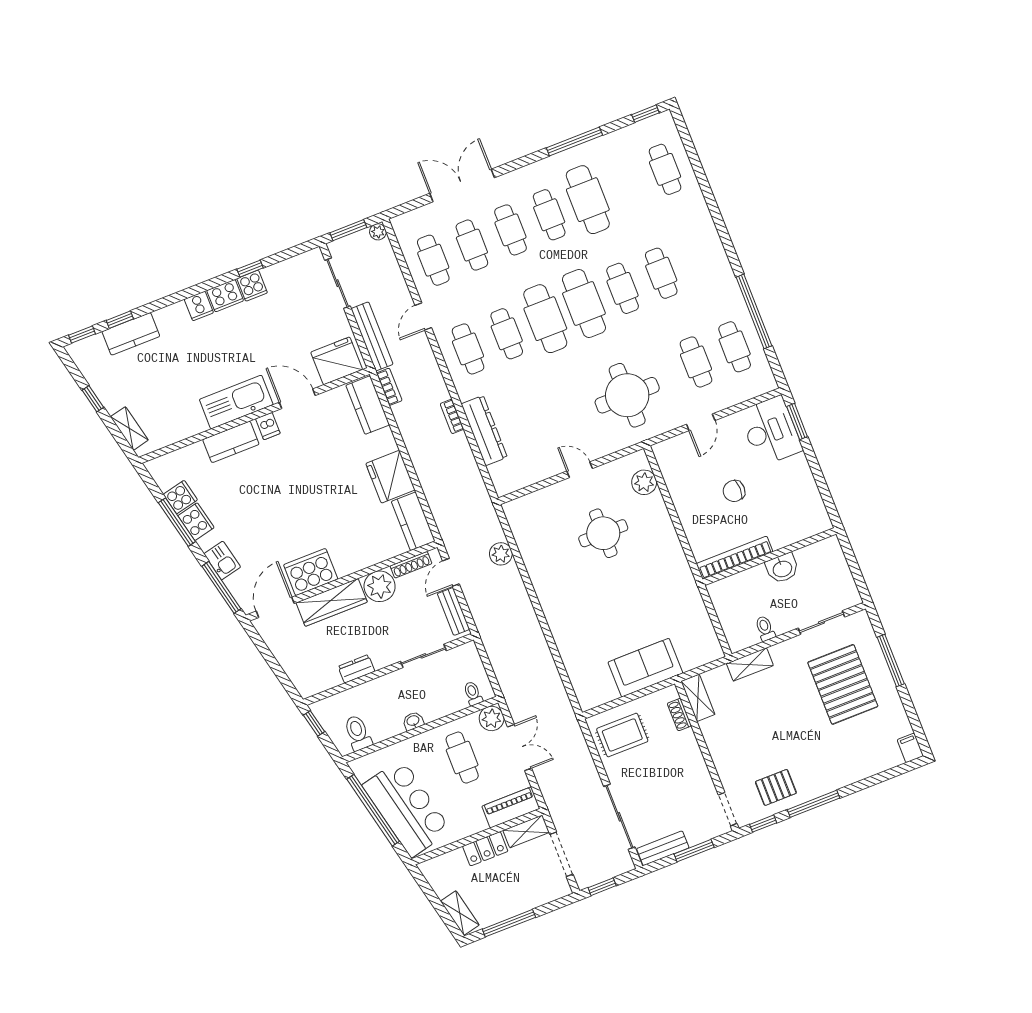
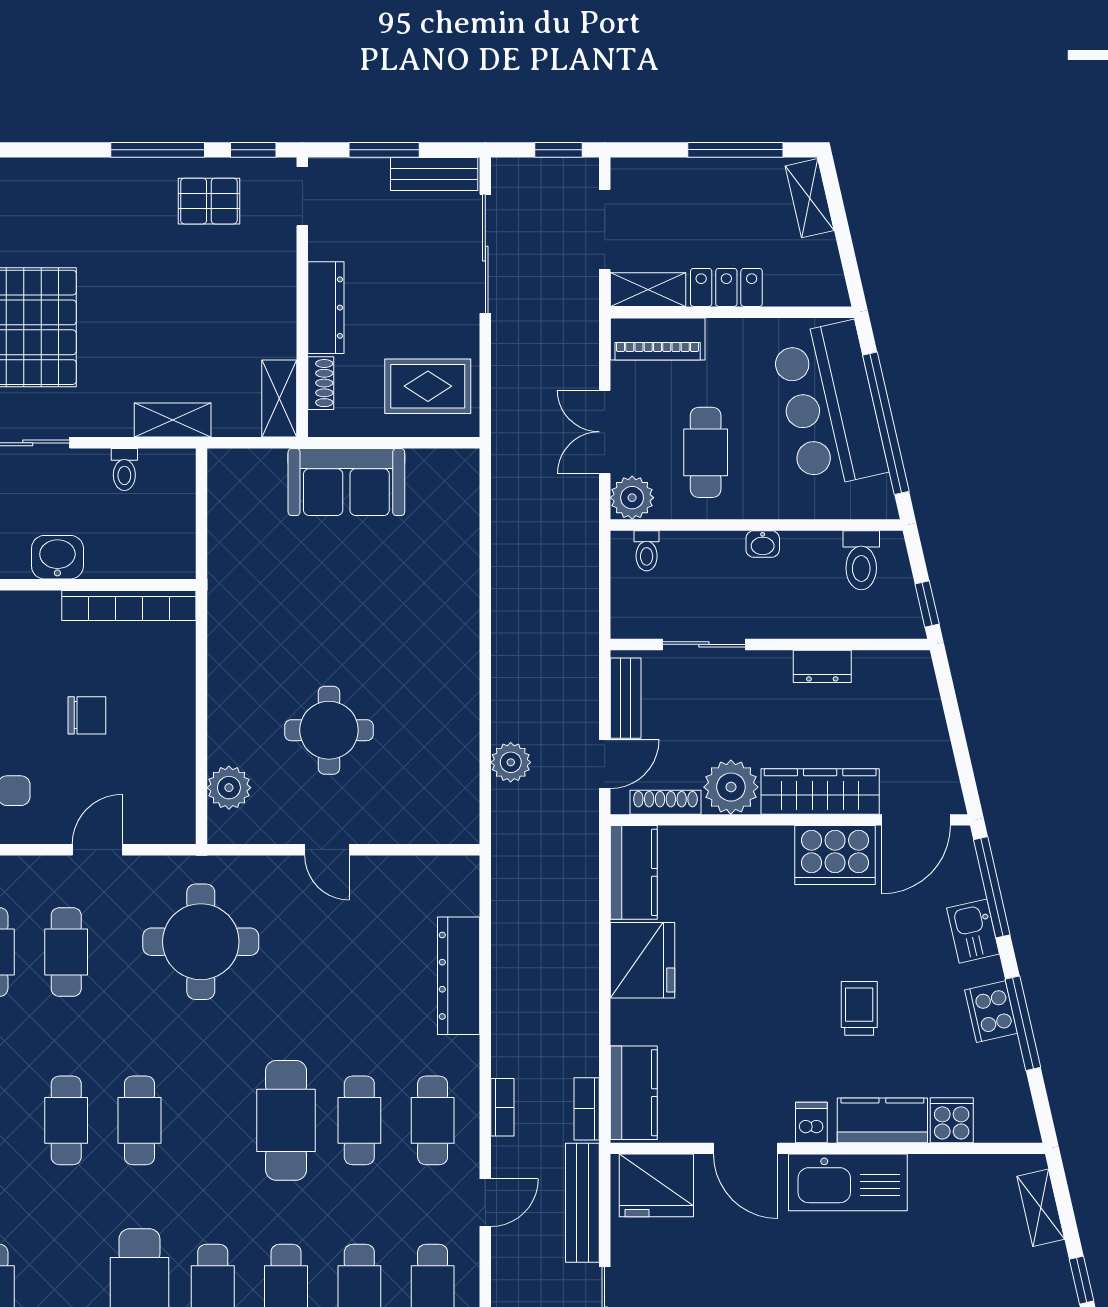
cafe table: (584, 304) -> (213, 1120), removed
bookcase: (452, 416) -> (502, 1107), moved
trolley: (266, 496) -> (859, 1008), added
cooker: (180, 497) -> (952, 1120), moved, turned 103
dresser: (692, 755) -> (326, 308), added

